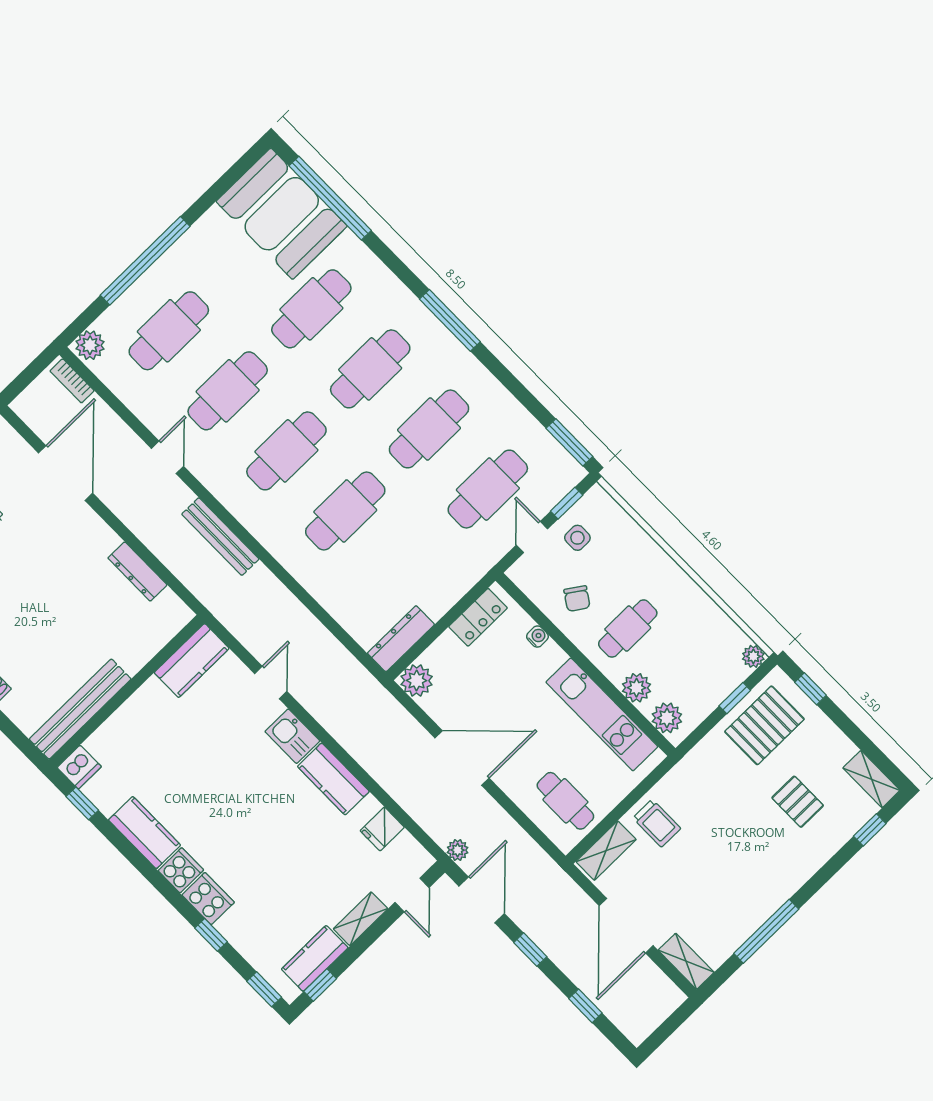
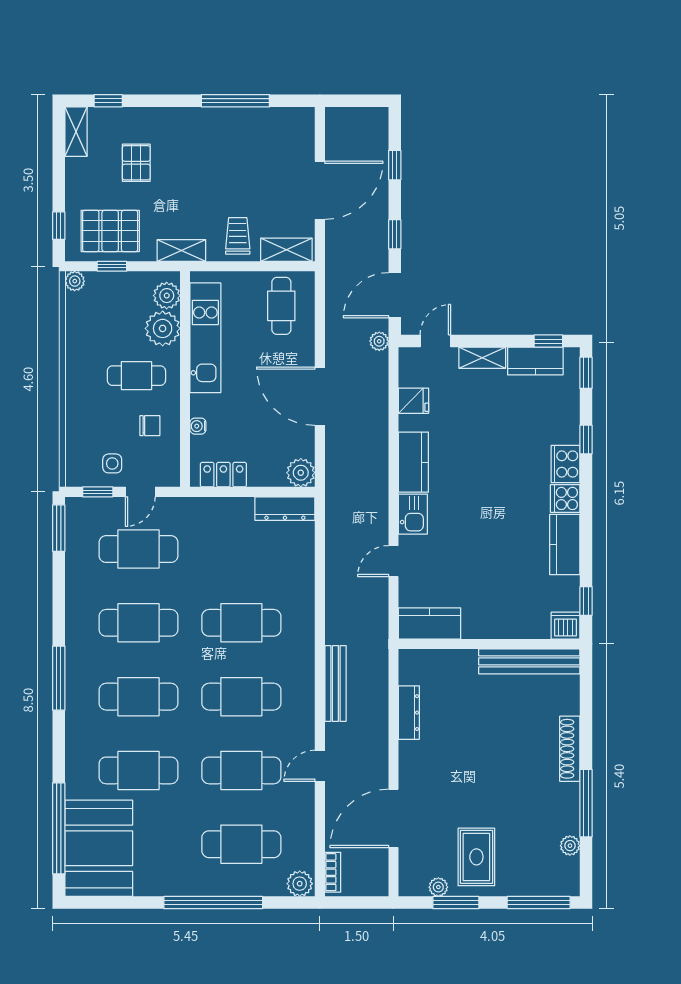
chair: (577, 599) -> (150, 426), turned 56
plant: (637, 688) -> (163, 328), width x1.36, depth x1.36
shelving: (686, 961) -> (181, 250), moved, turned 90

